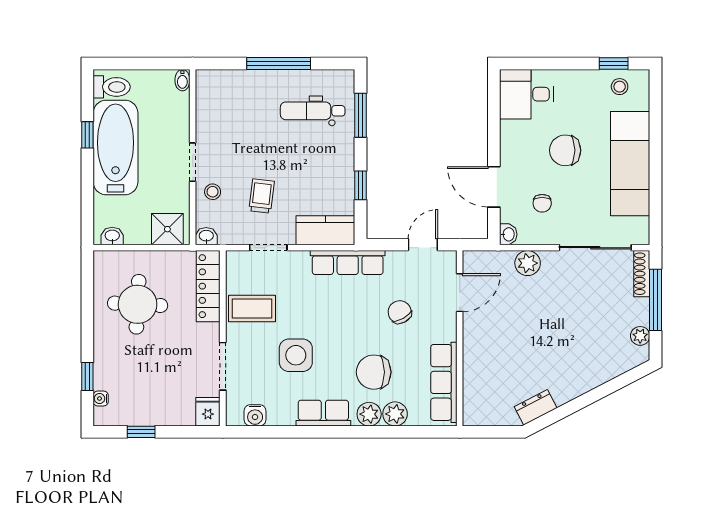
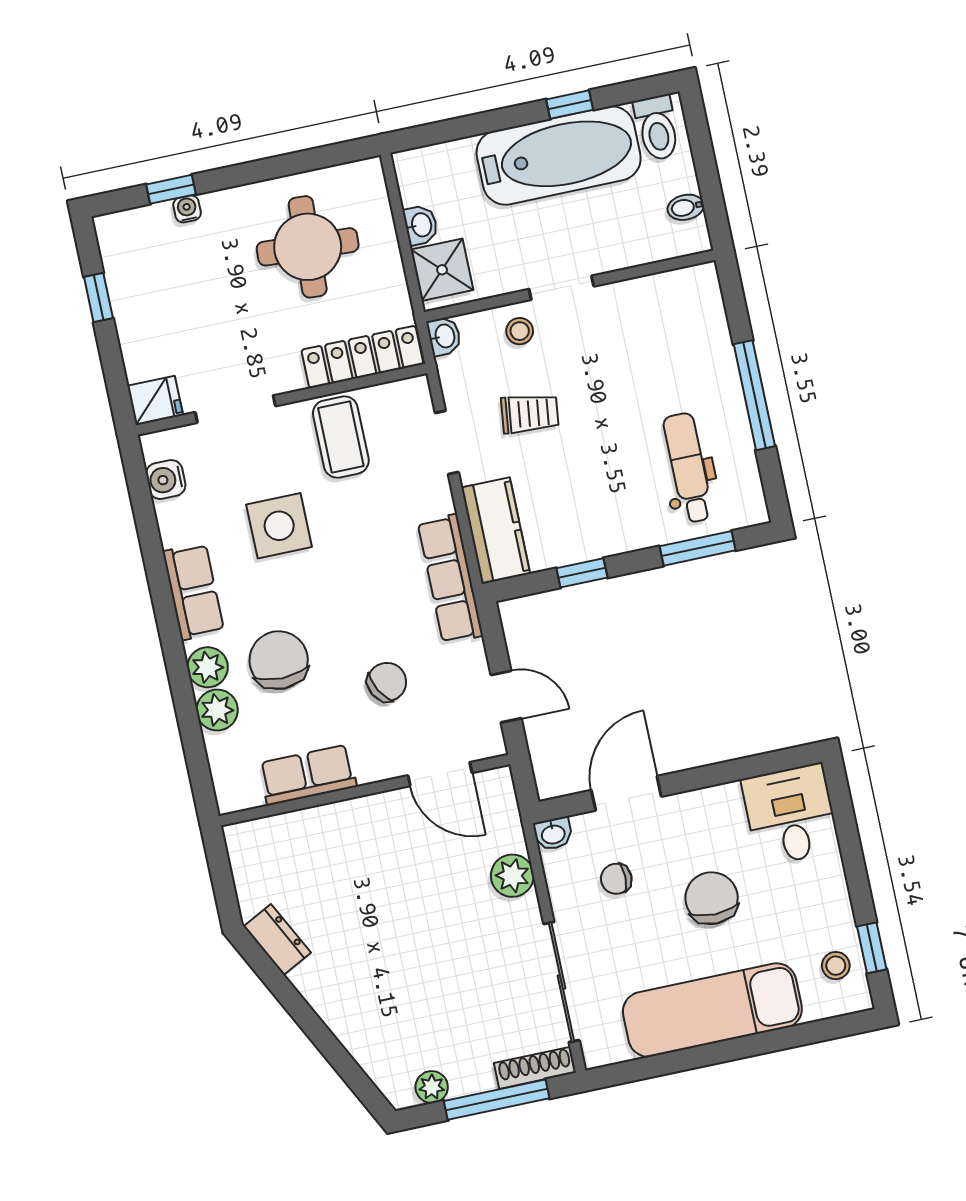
bidet: (182, 80) -> (686, 207), moved
washbasin: (112, 236) -> (421, 225), moved
row of seats: (444, 382) -> (308, 775), width x0.68
water cooler: (101, 399) -> (187, 209), moved

